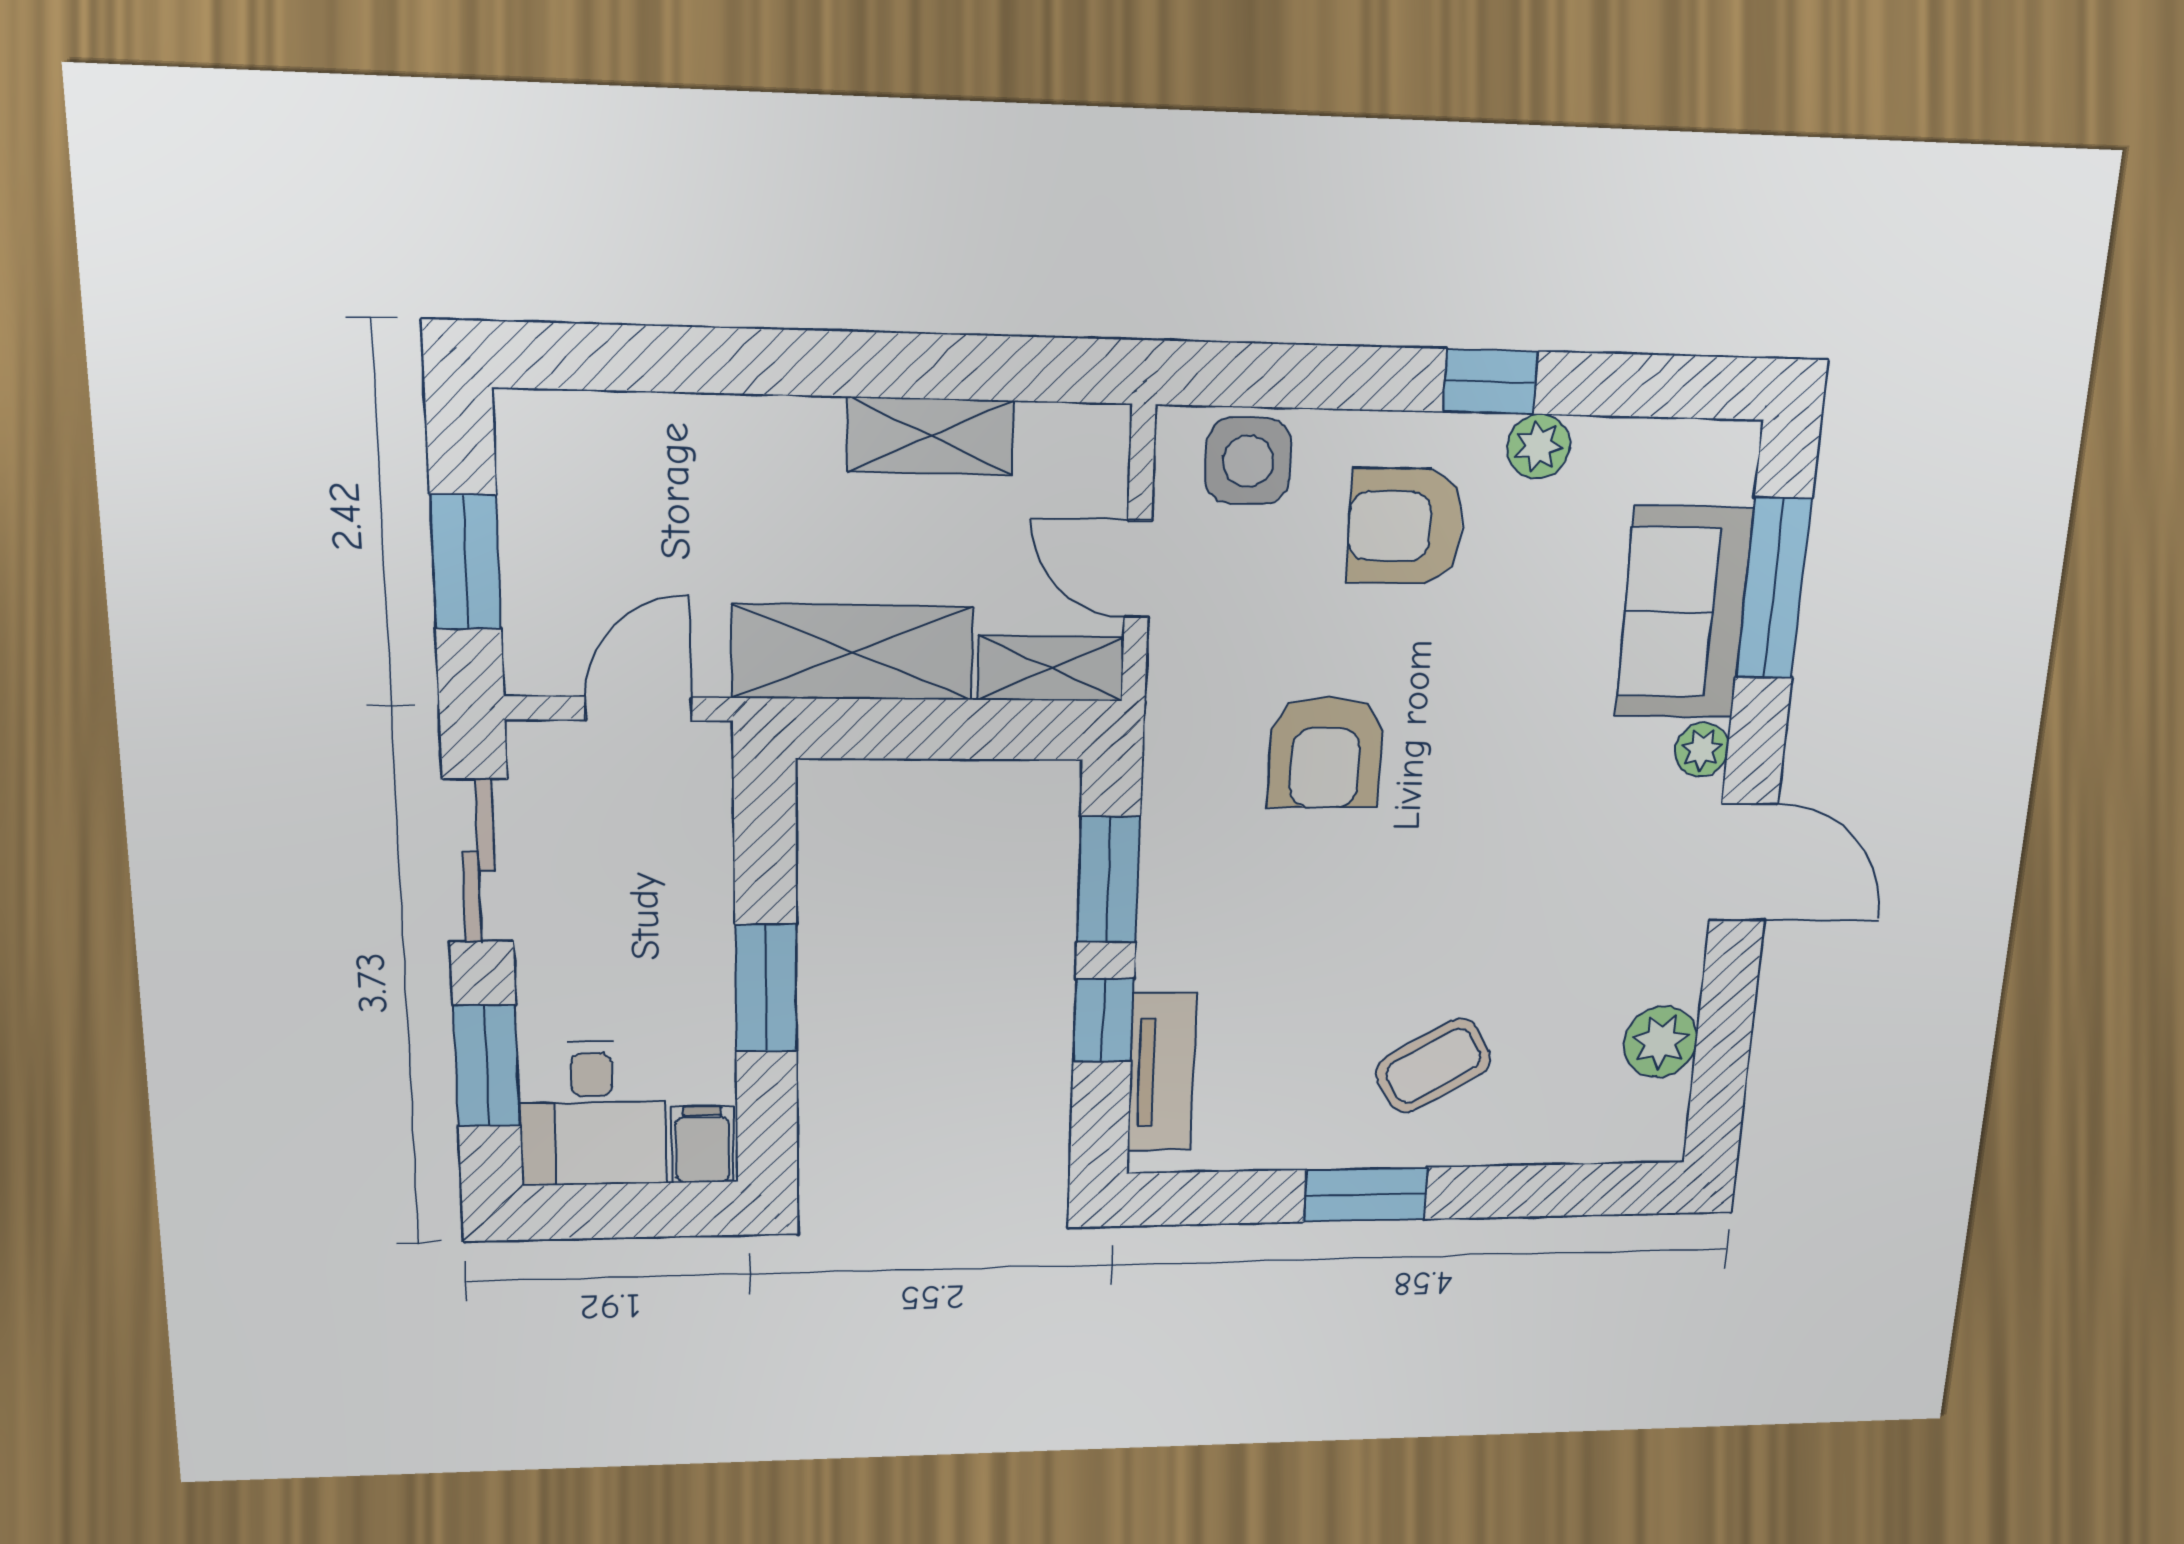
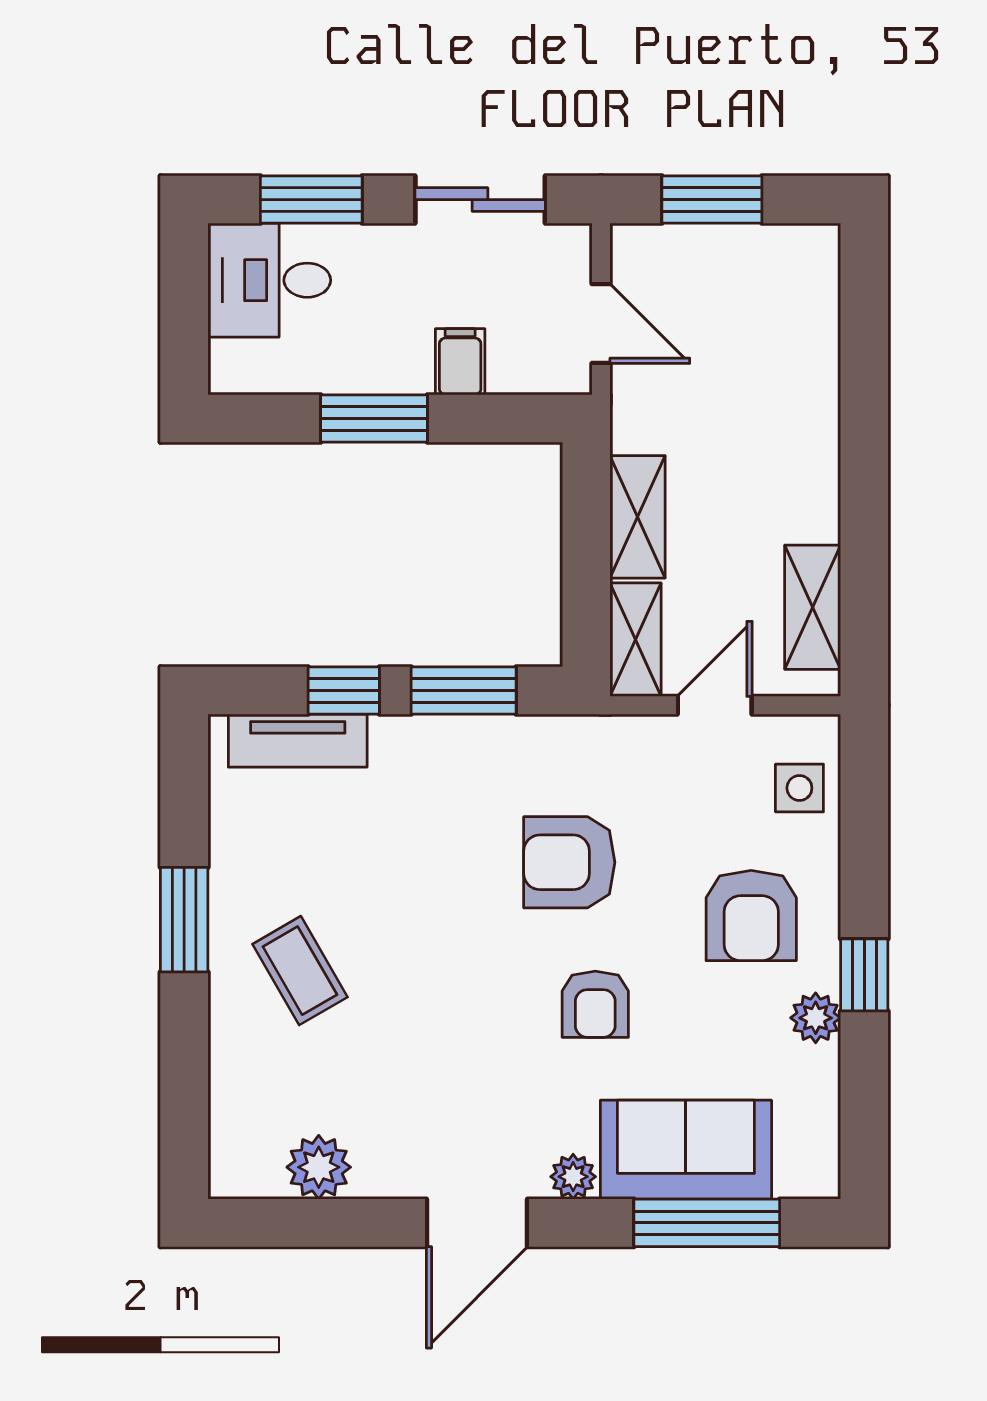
shelving: (930, 436) -> (813, 607), moved
side table: (1248, 461) -> (799, 788), width x0.73, depth x0.73
armchair: (1406, 526) -> (751, 916), turned 180
shelving: (853, 652) -> (638, 517), width x0.67, depth x0.75
armchair: (1500, 722) -> (595, 1004), added
filing cabinet: (703, 1145) -> (460, 362), moved, turned -90

